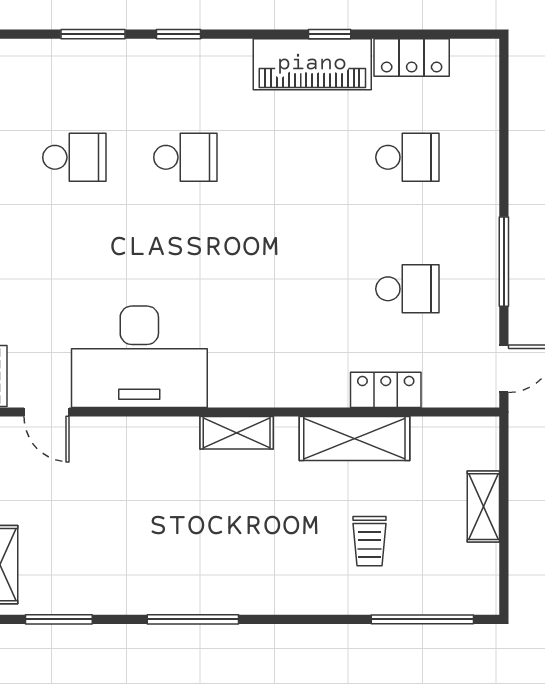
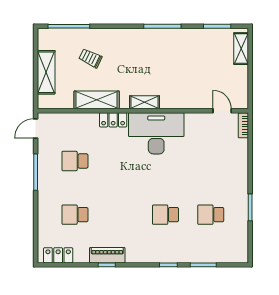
locker: (412, 58) -> (58, 255), moved
piano: (312, 64) -> (107, 255), width x0.73, depth x0.75
desk: (139, 357) -> (156, 133), moved
locker: (386, 390) -> (113, 120), moved
shelving: (483, 507) -> (46, 72), width x1.50, depth x1.33
trolley: (370, 541) -> (90, 58), turned -64

